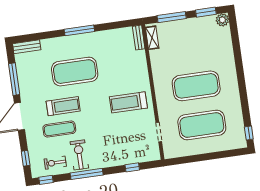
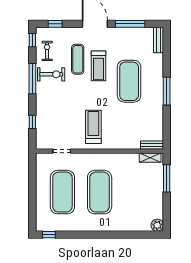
window: (206, 12) -> (167, 211), removed

